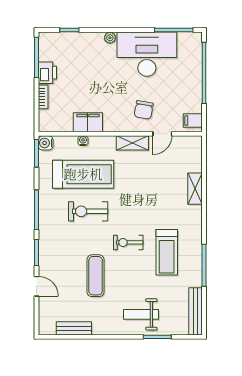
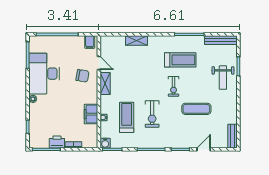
treadmill: (83, 174) -> (127, 117), width x0.73, depth x0.73
bench: (74, 328) -> (233, 136), moved

